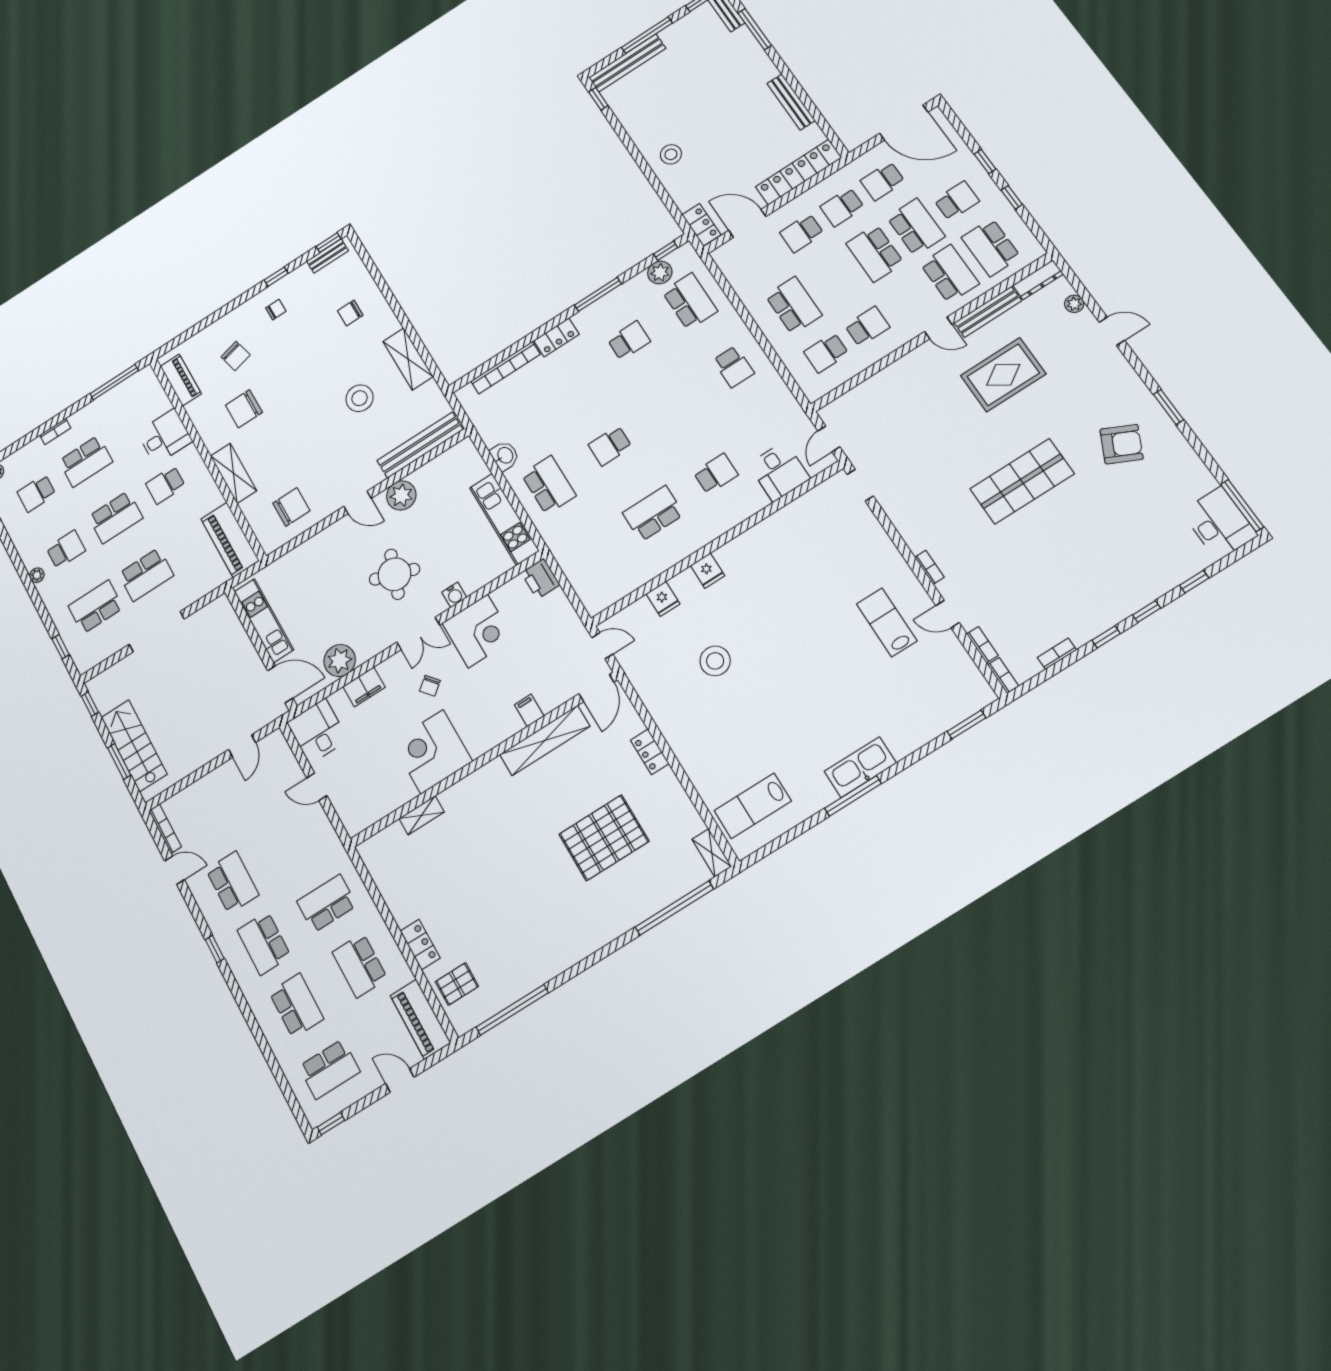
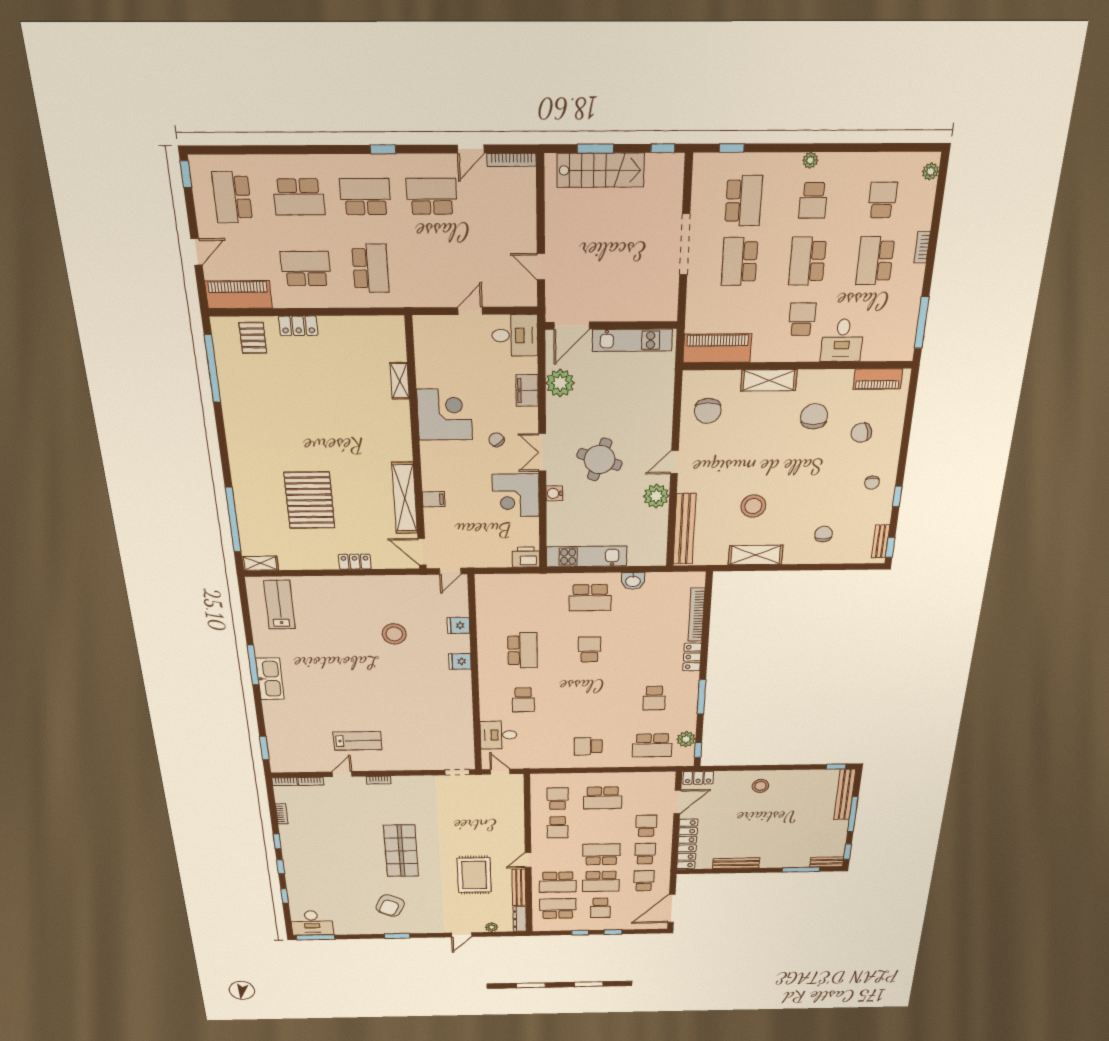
school desk: (232, 882) -> (432, 196), turned 180

